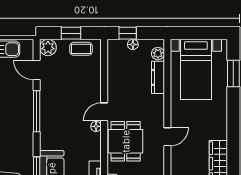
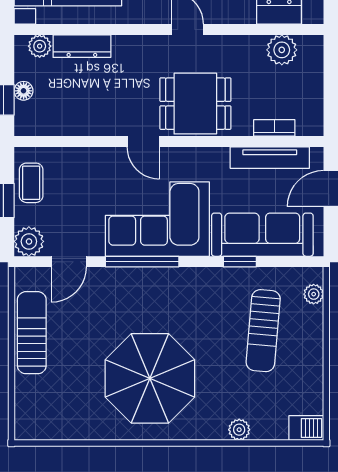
corner sofa: (61, 120) -> (157, 219), added
floor lamp: (96, 126) -> (169, 156), removed

